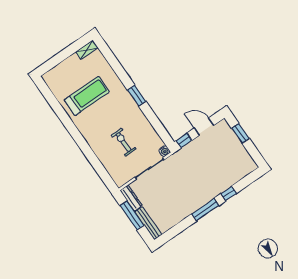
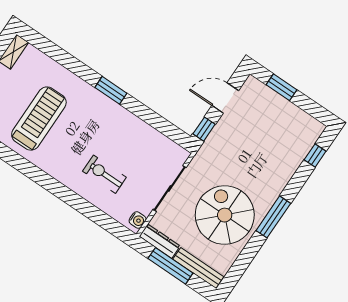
exercise bike: (124, 142) -> (104, 174), moved
water cooler: (164, 151) -> (138, 220), moved
window: (229, 194) -> (315, 155), moved
spiral stairs: (176, 197) -> (225, 215), added

